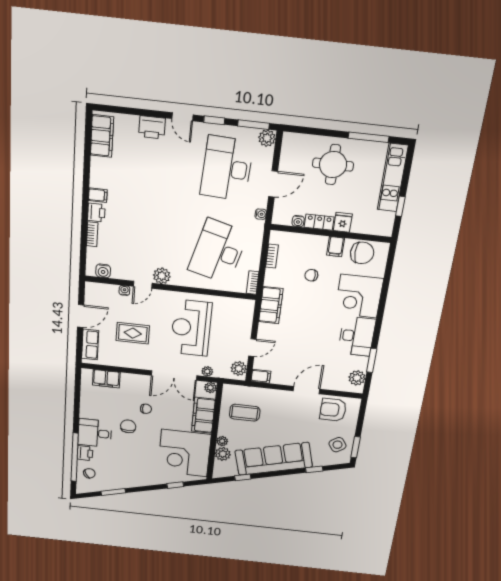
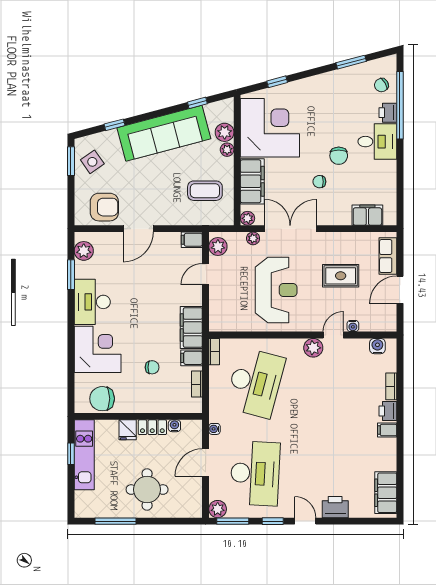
kitchen unit: (393, 178) -> (84, 455), moved
filing cabinet: (336, 247) -> (192, 358), moved, turned -90

